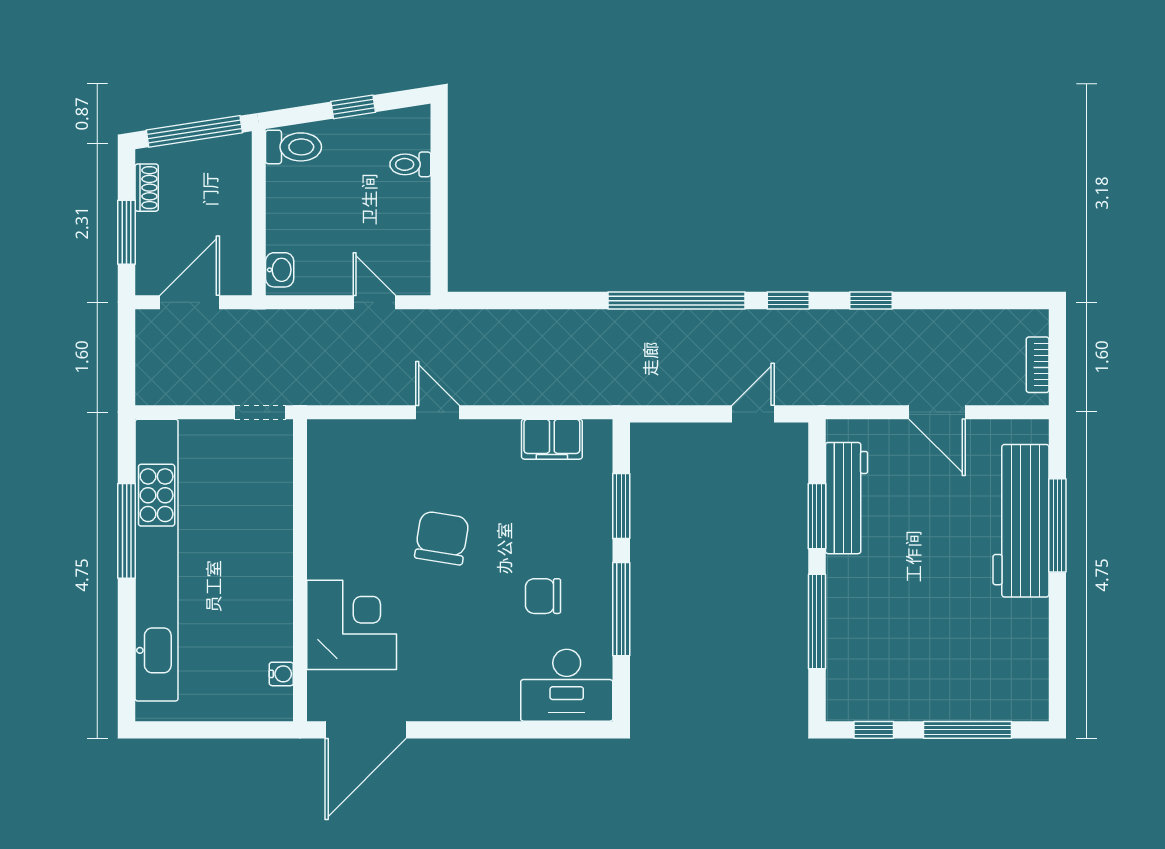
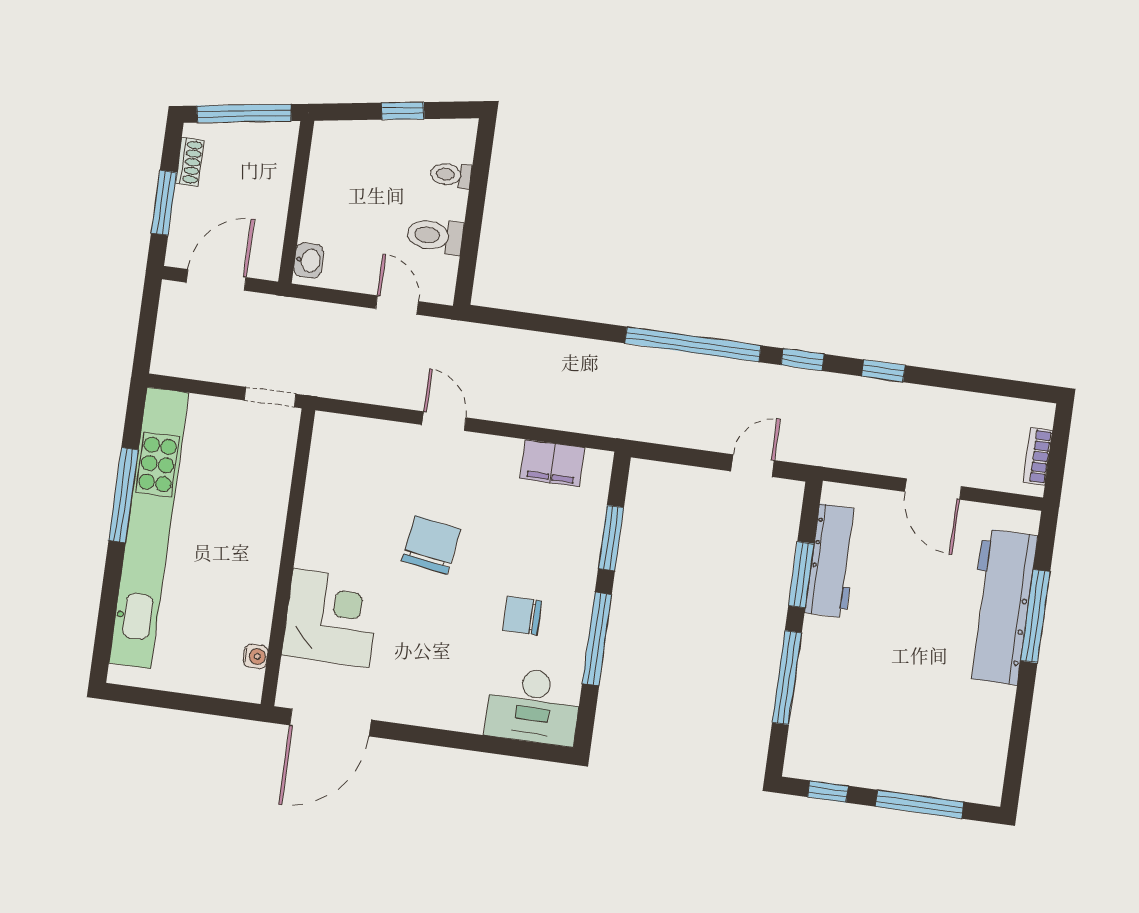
toilet: (293, 147) -> (435, 236), moved, turned 180

